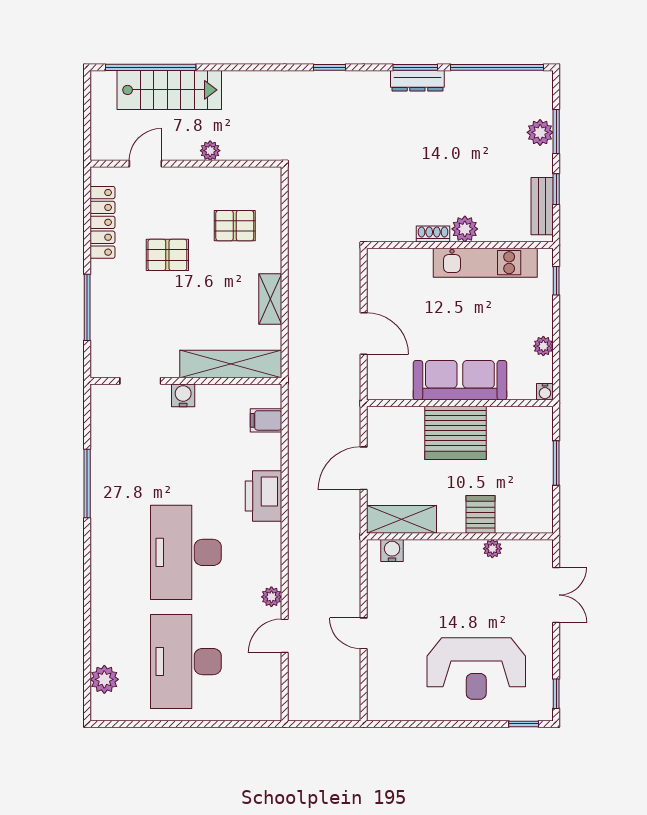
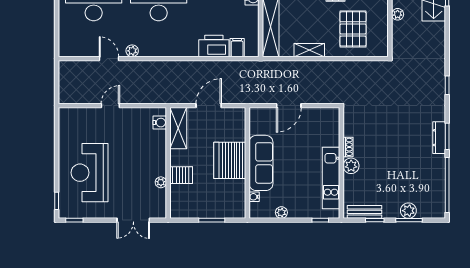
pallet: (235, 226) -> (353, 29), width x1.50, depth x1.42
water cooler: (545, 392) -> (254, 197), moved
door: (364, 468) -> (209, 106), hinge flipped
printer: (263, 496) -> (214, 46), moved

